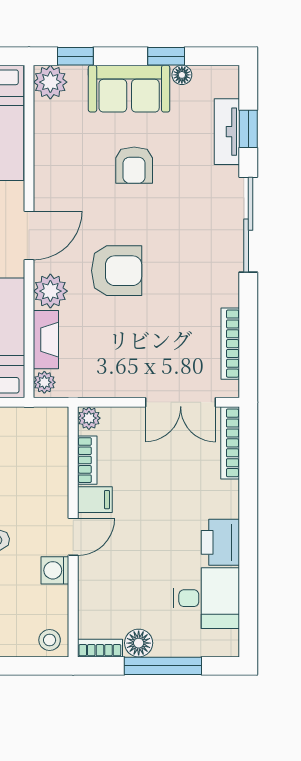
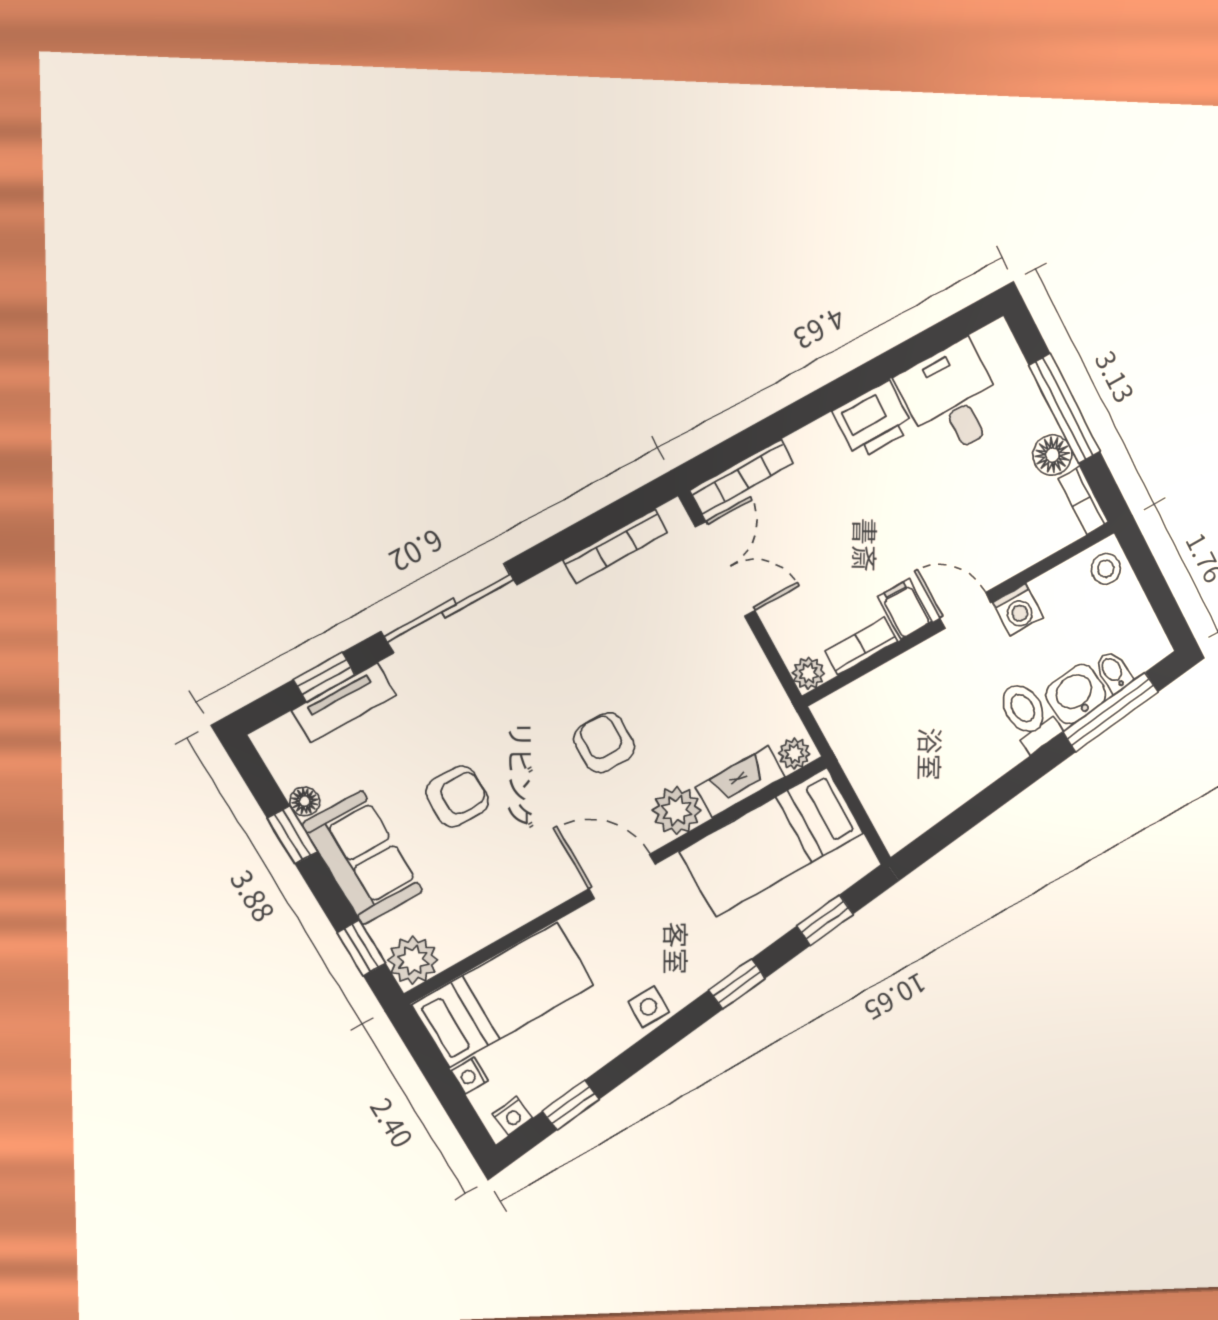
armchair: (117, 271) -> (604, 743), width x0.72, depth x0.72

